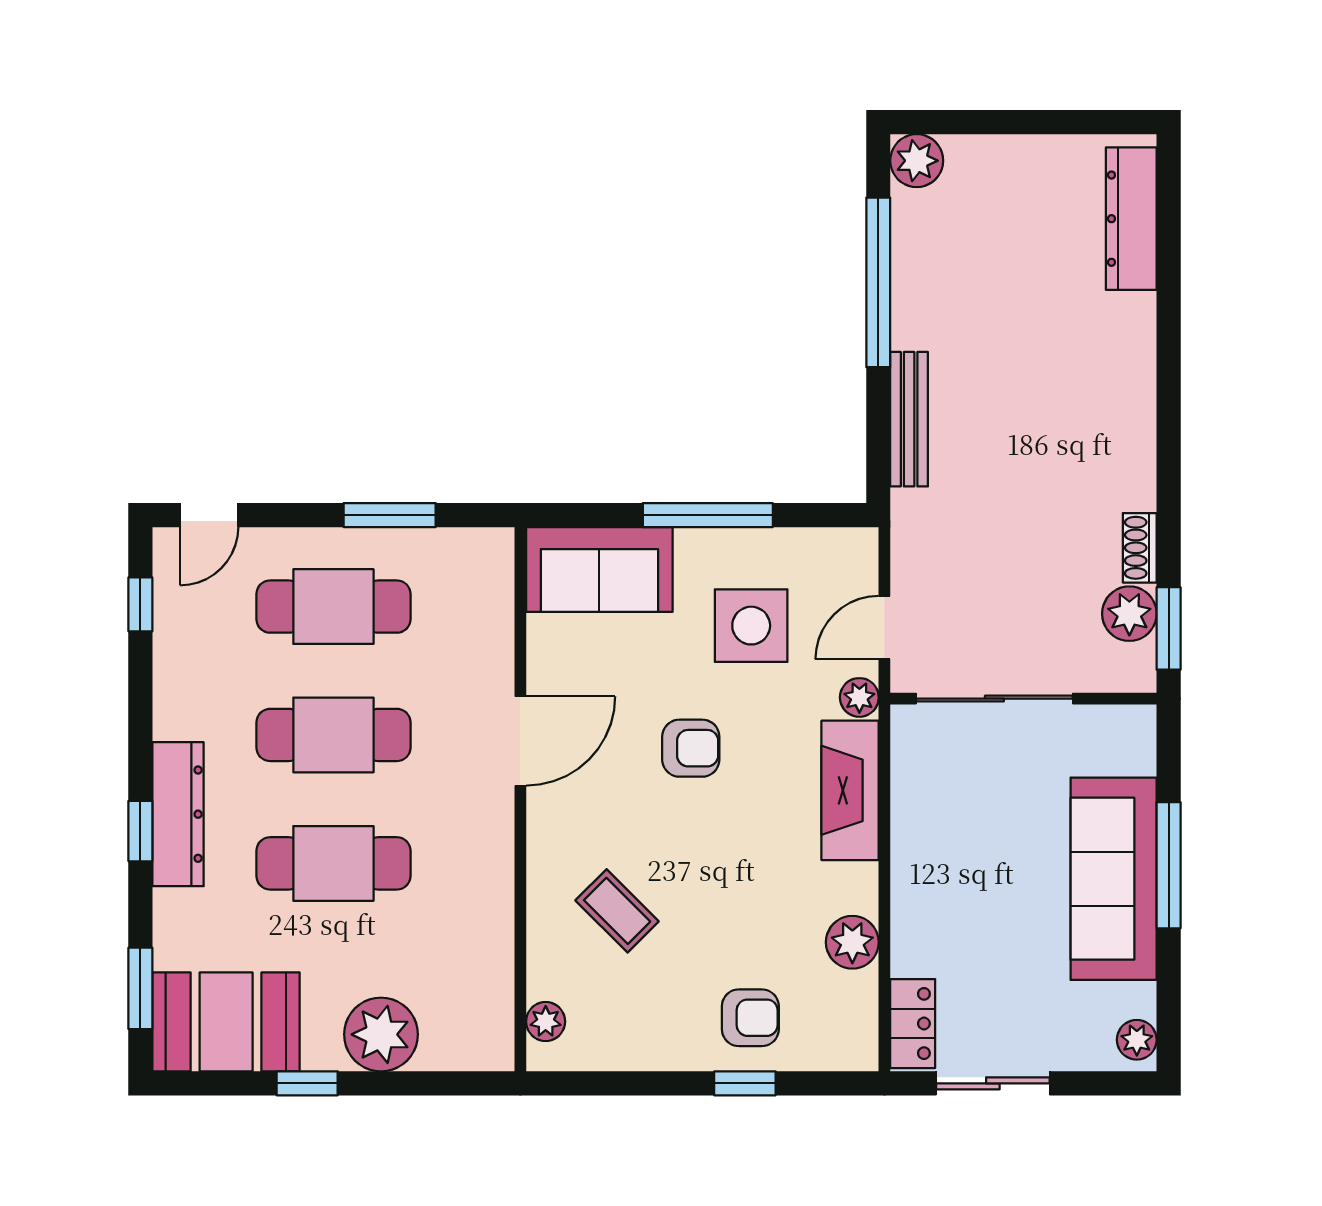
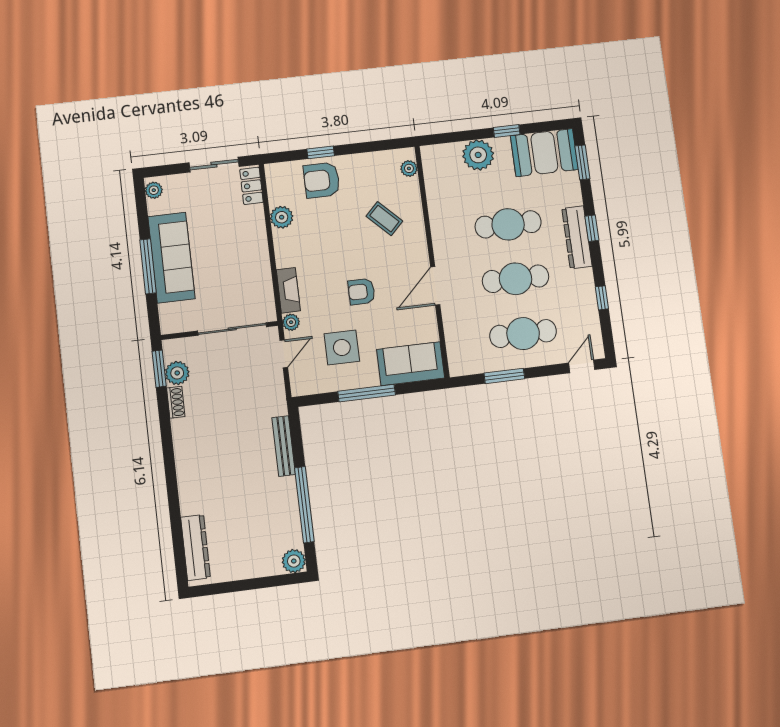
window: (140, 604) -> (602, 298), moved
fireplace: (850, 790) -> (288, 290), width x0.73, depth x0.76
armchair: (750, 1018) -> (322, 180), width x1.38, depth x1.38

